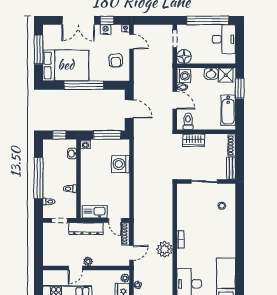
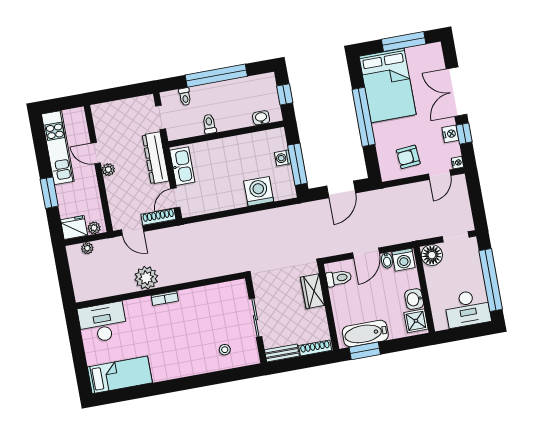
window: (240, 88) -> (365, 351), moved
washing machine: (85, 144) -> (283, 158), moved

